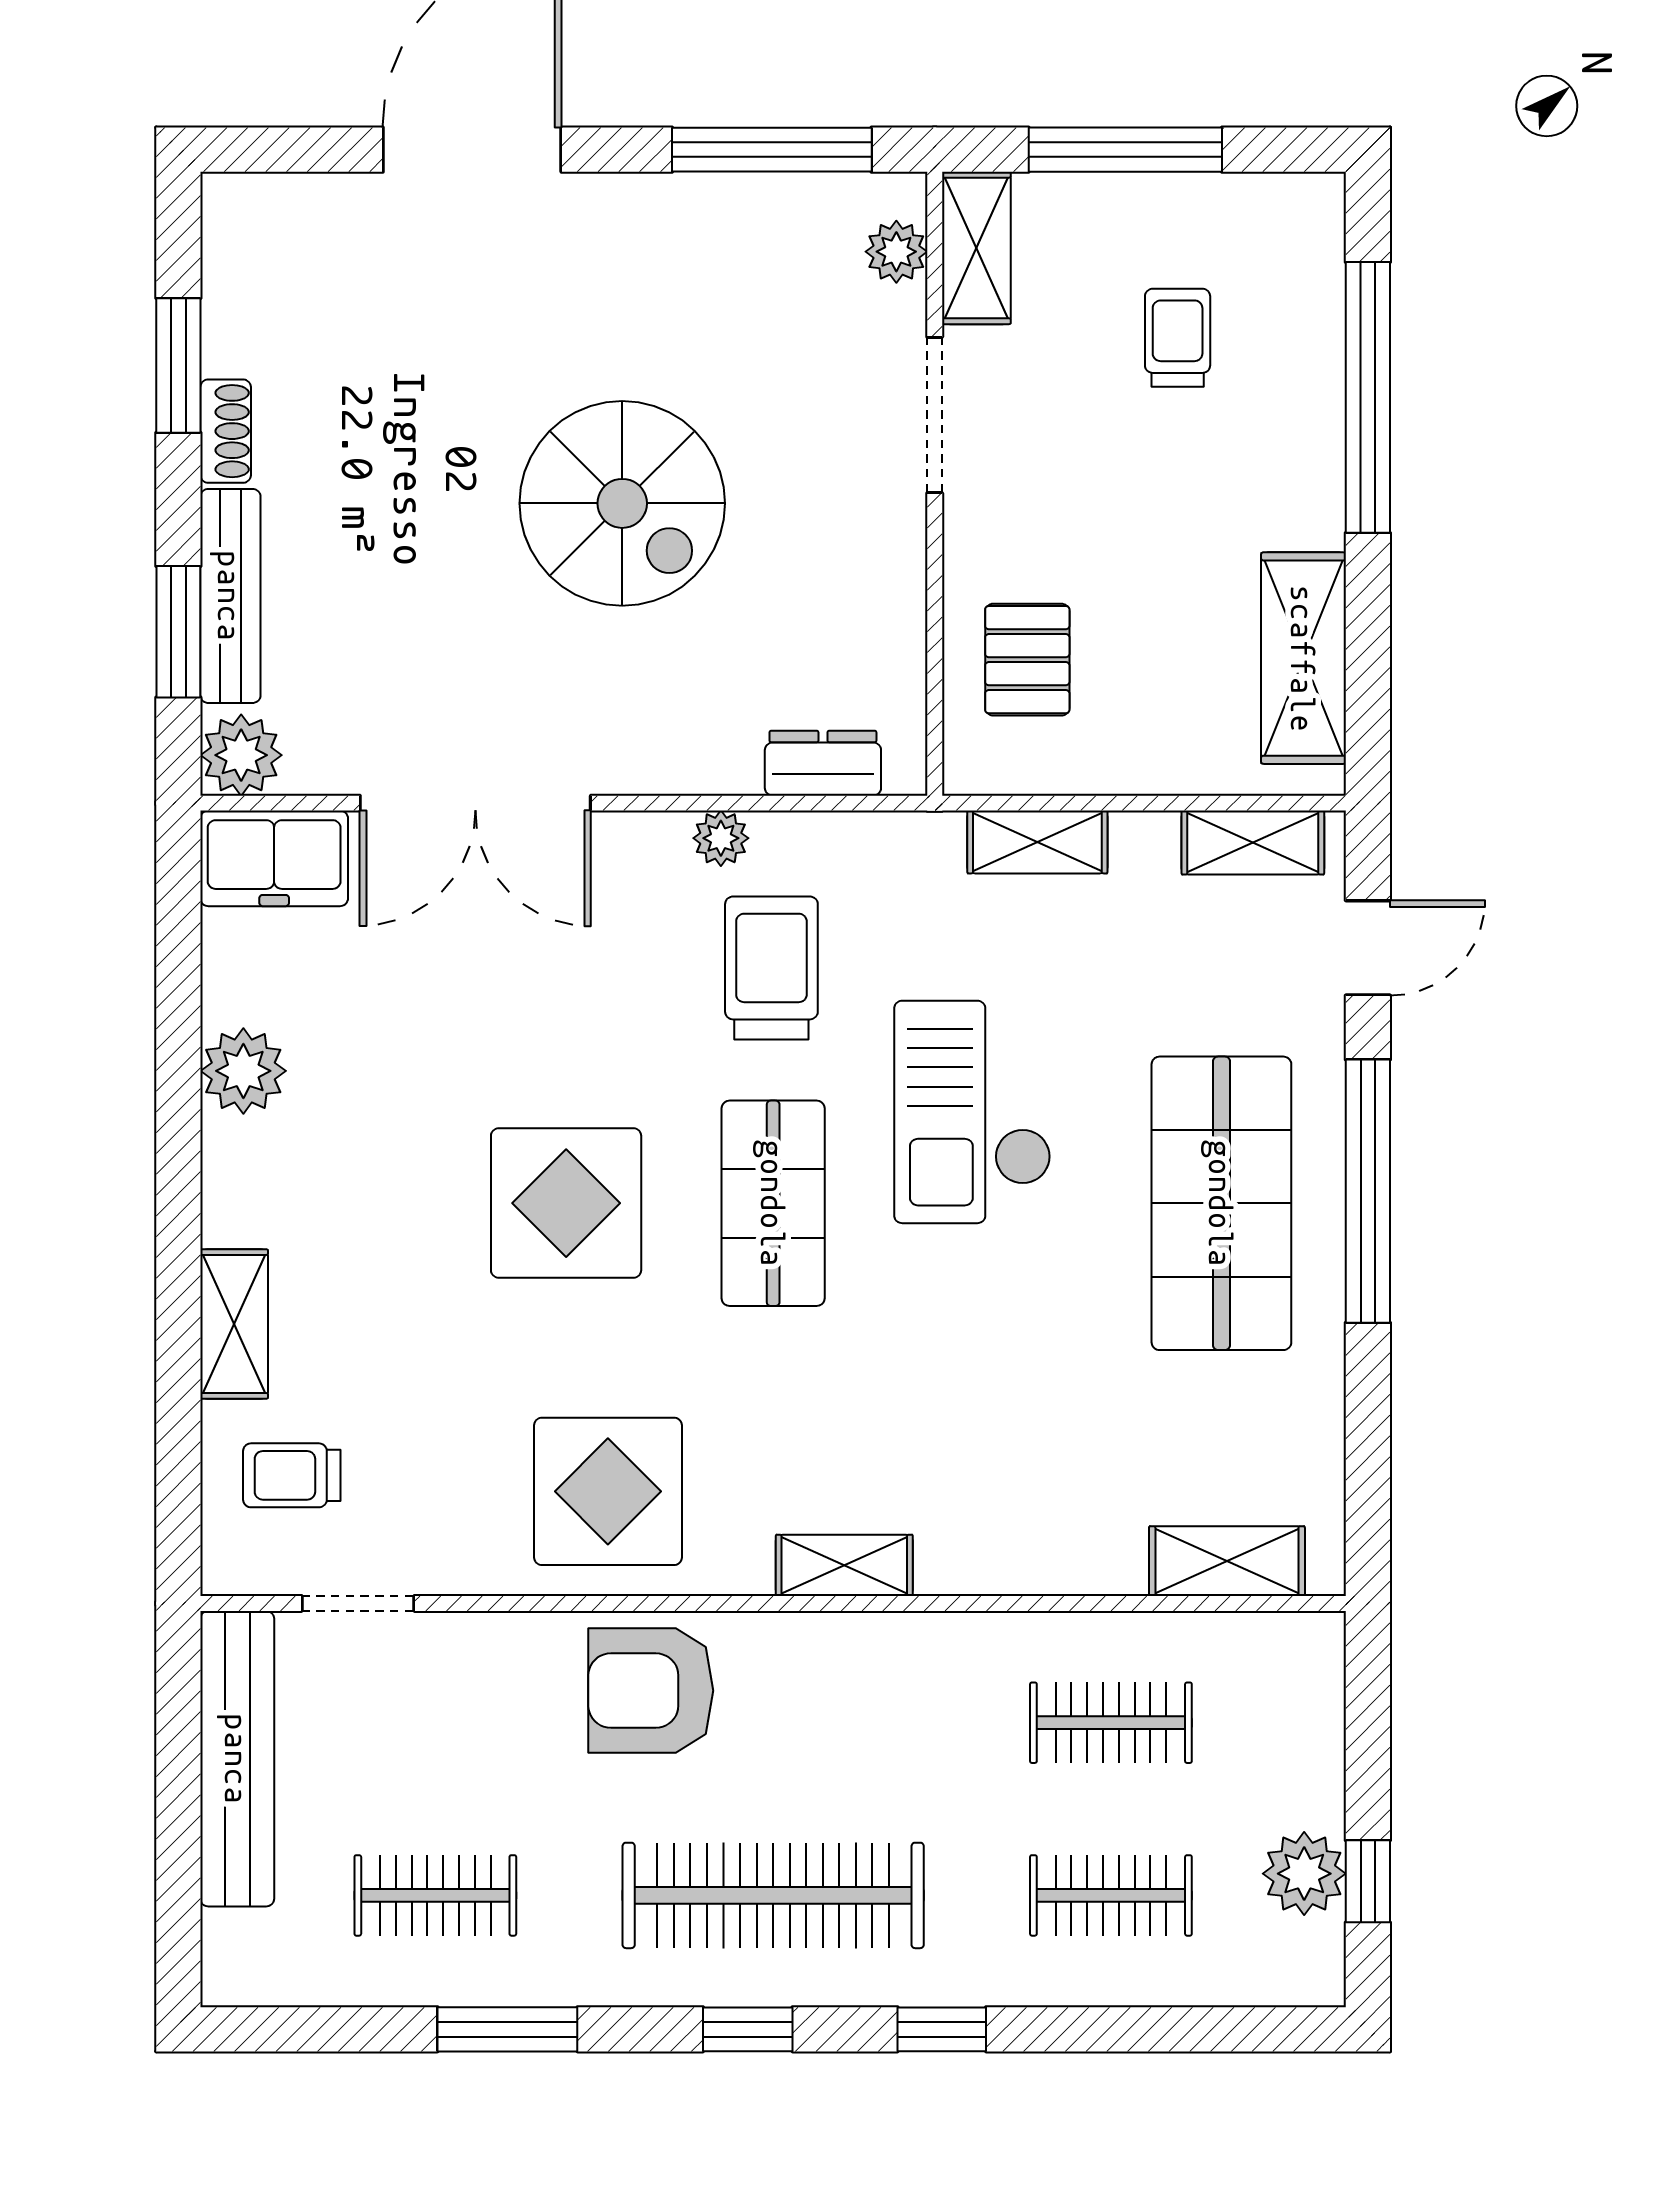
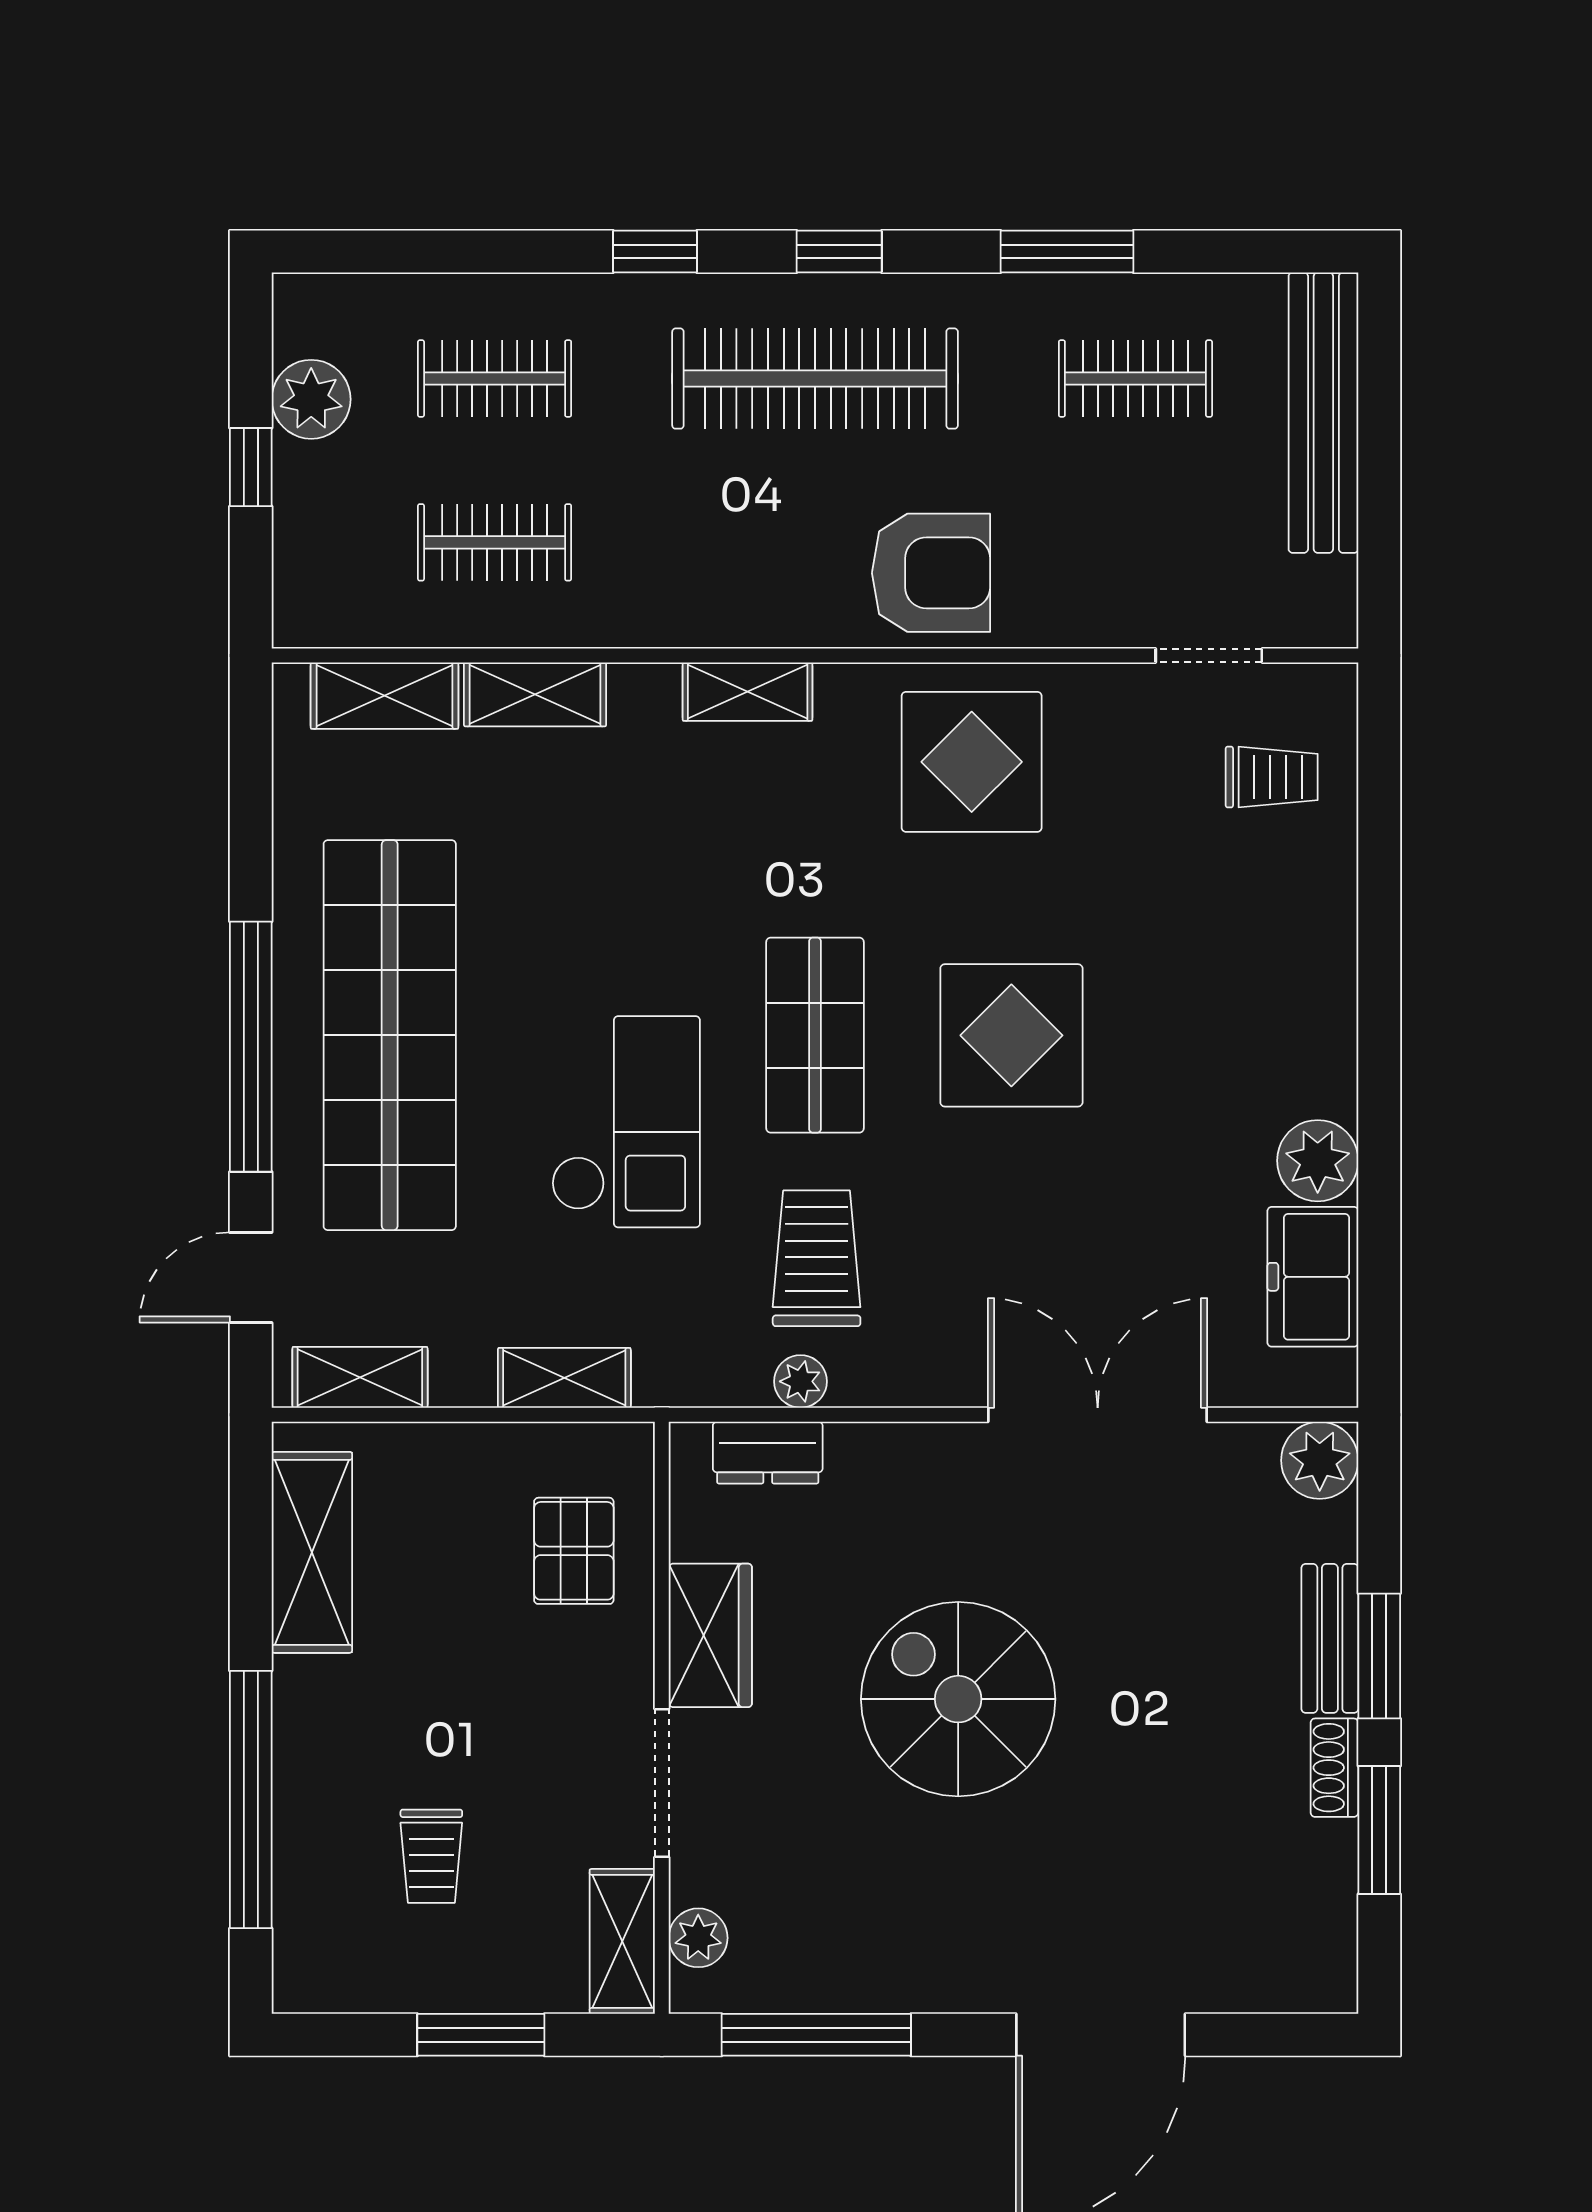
window: (1125, 150) -> (481, 2035), width x0.69
wardrobe: (883, 571) -> (710, 1635), added
bench: (230, 596) -> (1330, 1638), width x0.73
window: (178, 632) -> (1379, 1656), moved
plant: (721, 838) -> (800, 1381), moved
freezer: (274, 858) -> (1313, 1277), moved, turned -90
trolley: (771, 968) -> (817, 1258), turned 180
shop shelf: (1221, 1203) -> (390, 1035), width x1.40
shelving: (234, 1324) -> (535, 694), moved, turned 90
bench: (237, 1759) -> (1323, 413), moved
window: (1368, 1881) -> (251, 467), moved

